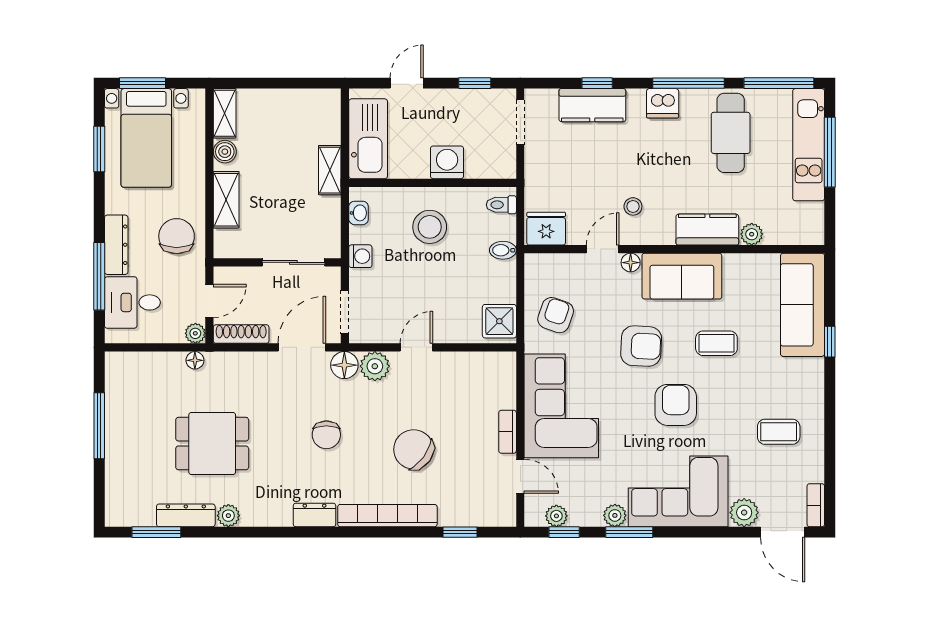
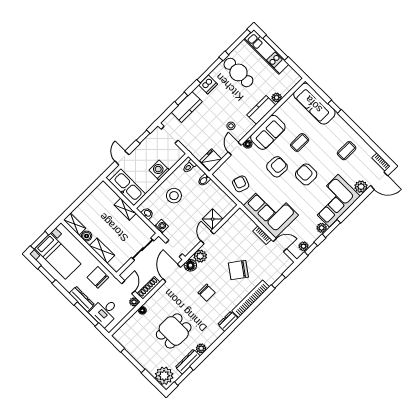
shower: (499, 321) -> (213, 219), moved
plant: (125, 500) -> (164, 376), added

